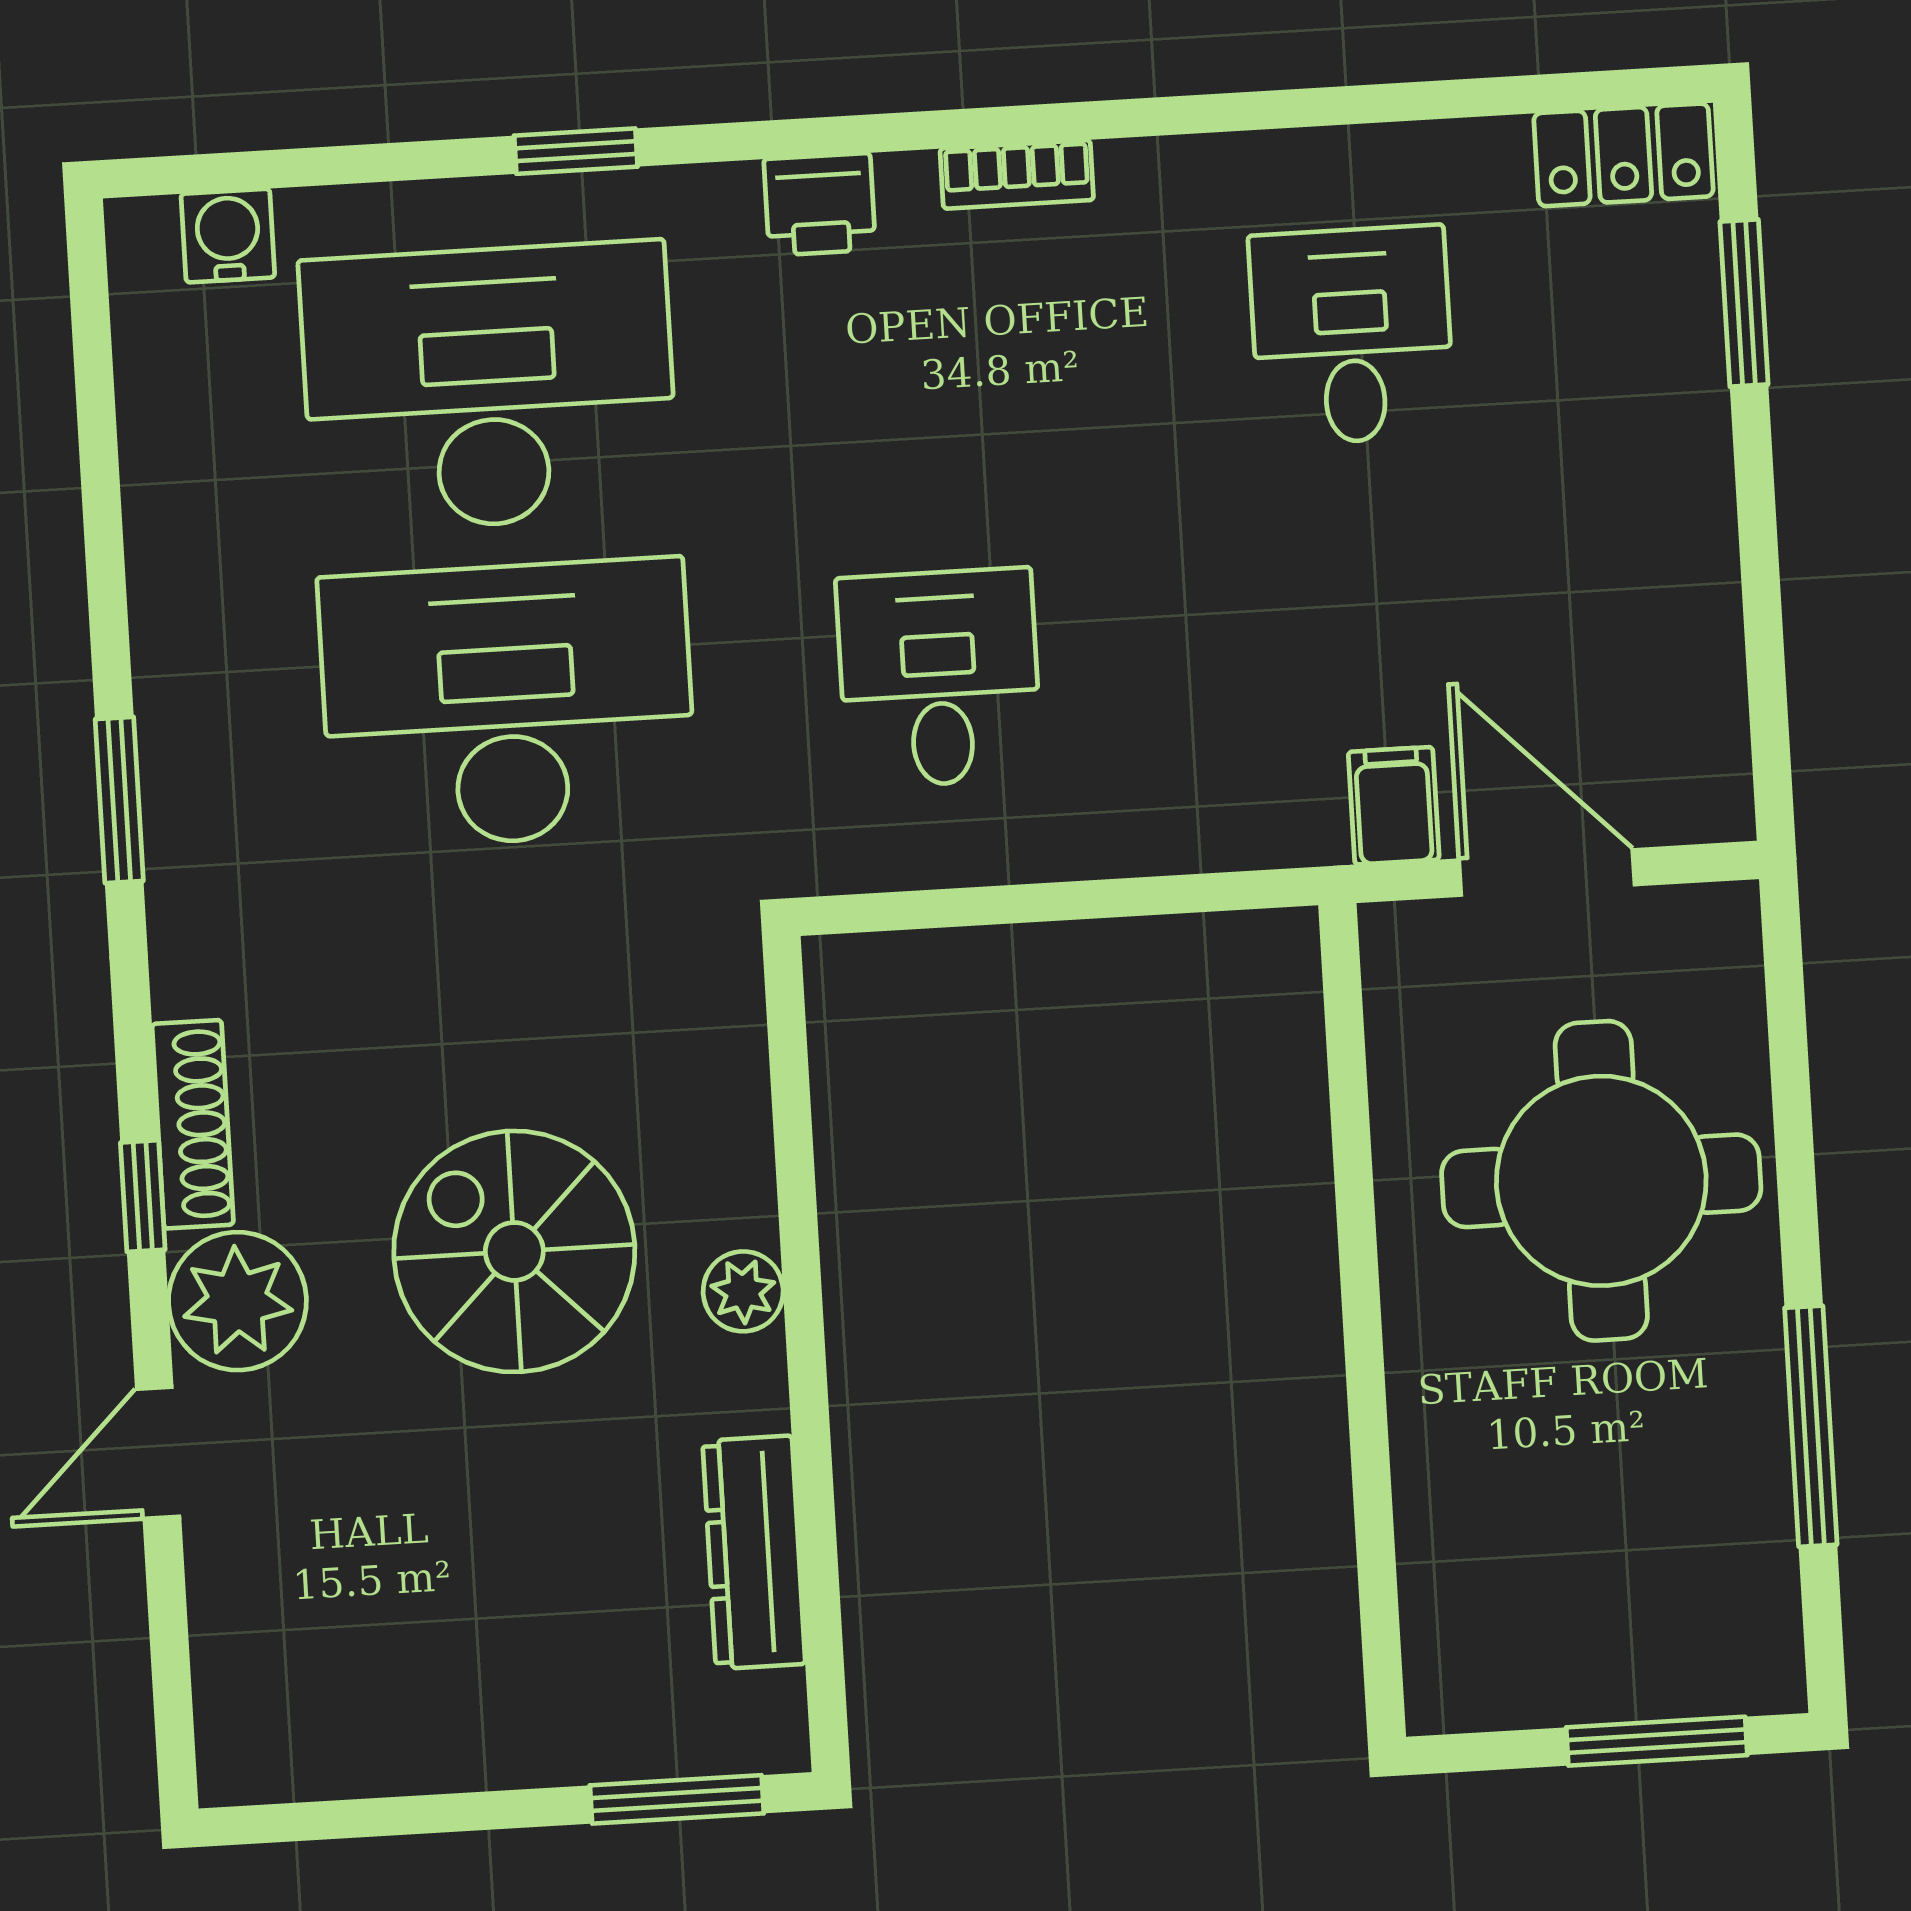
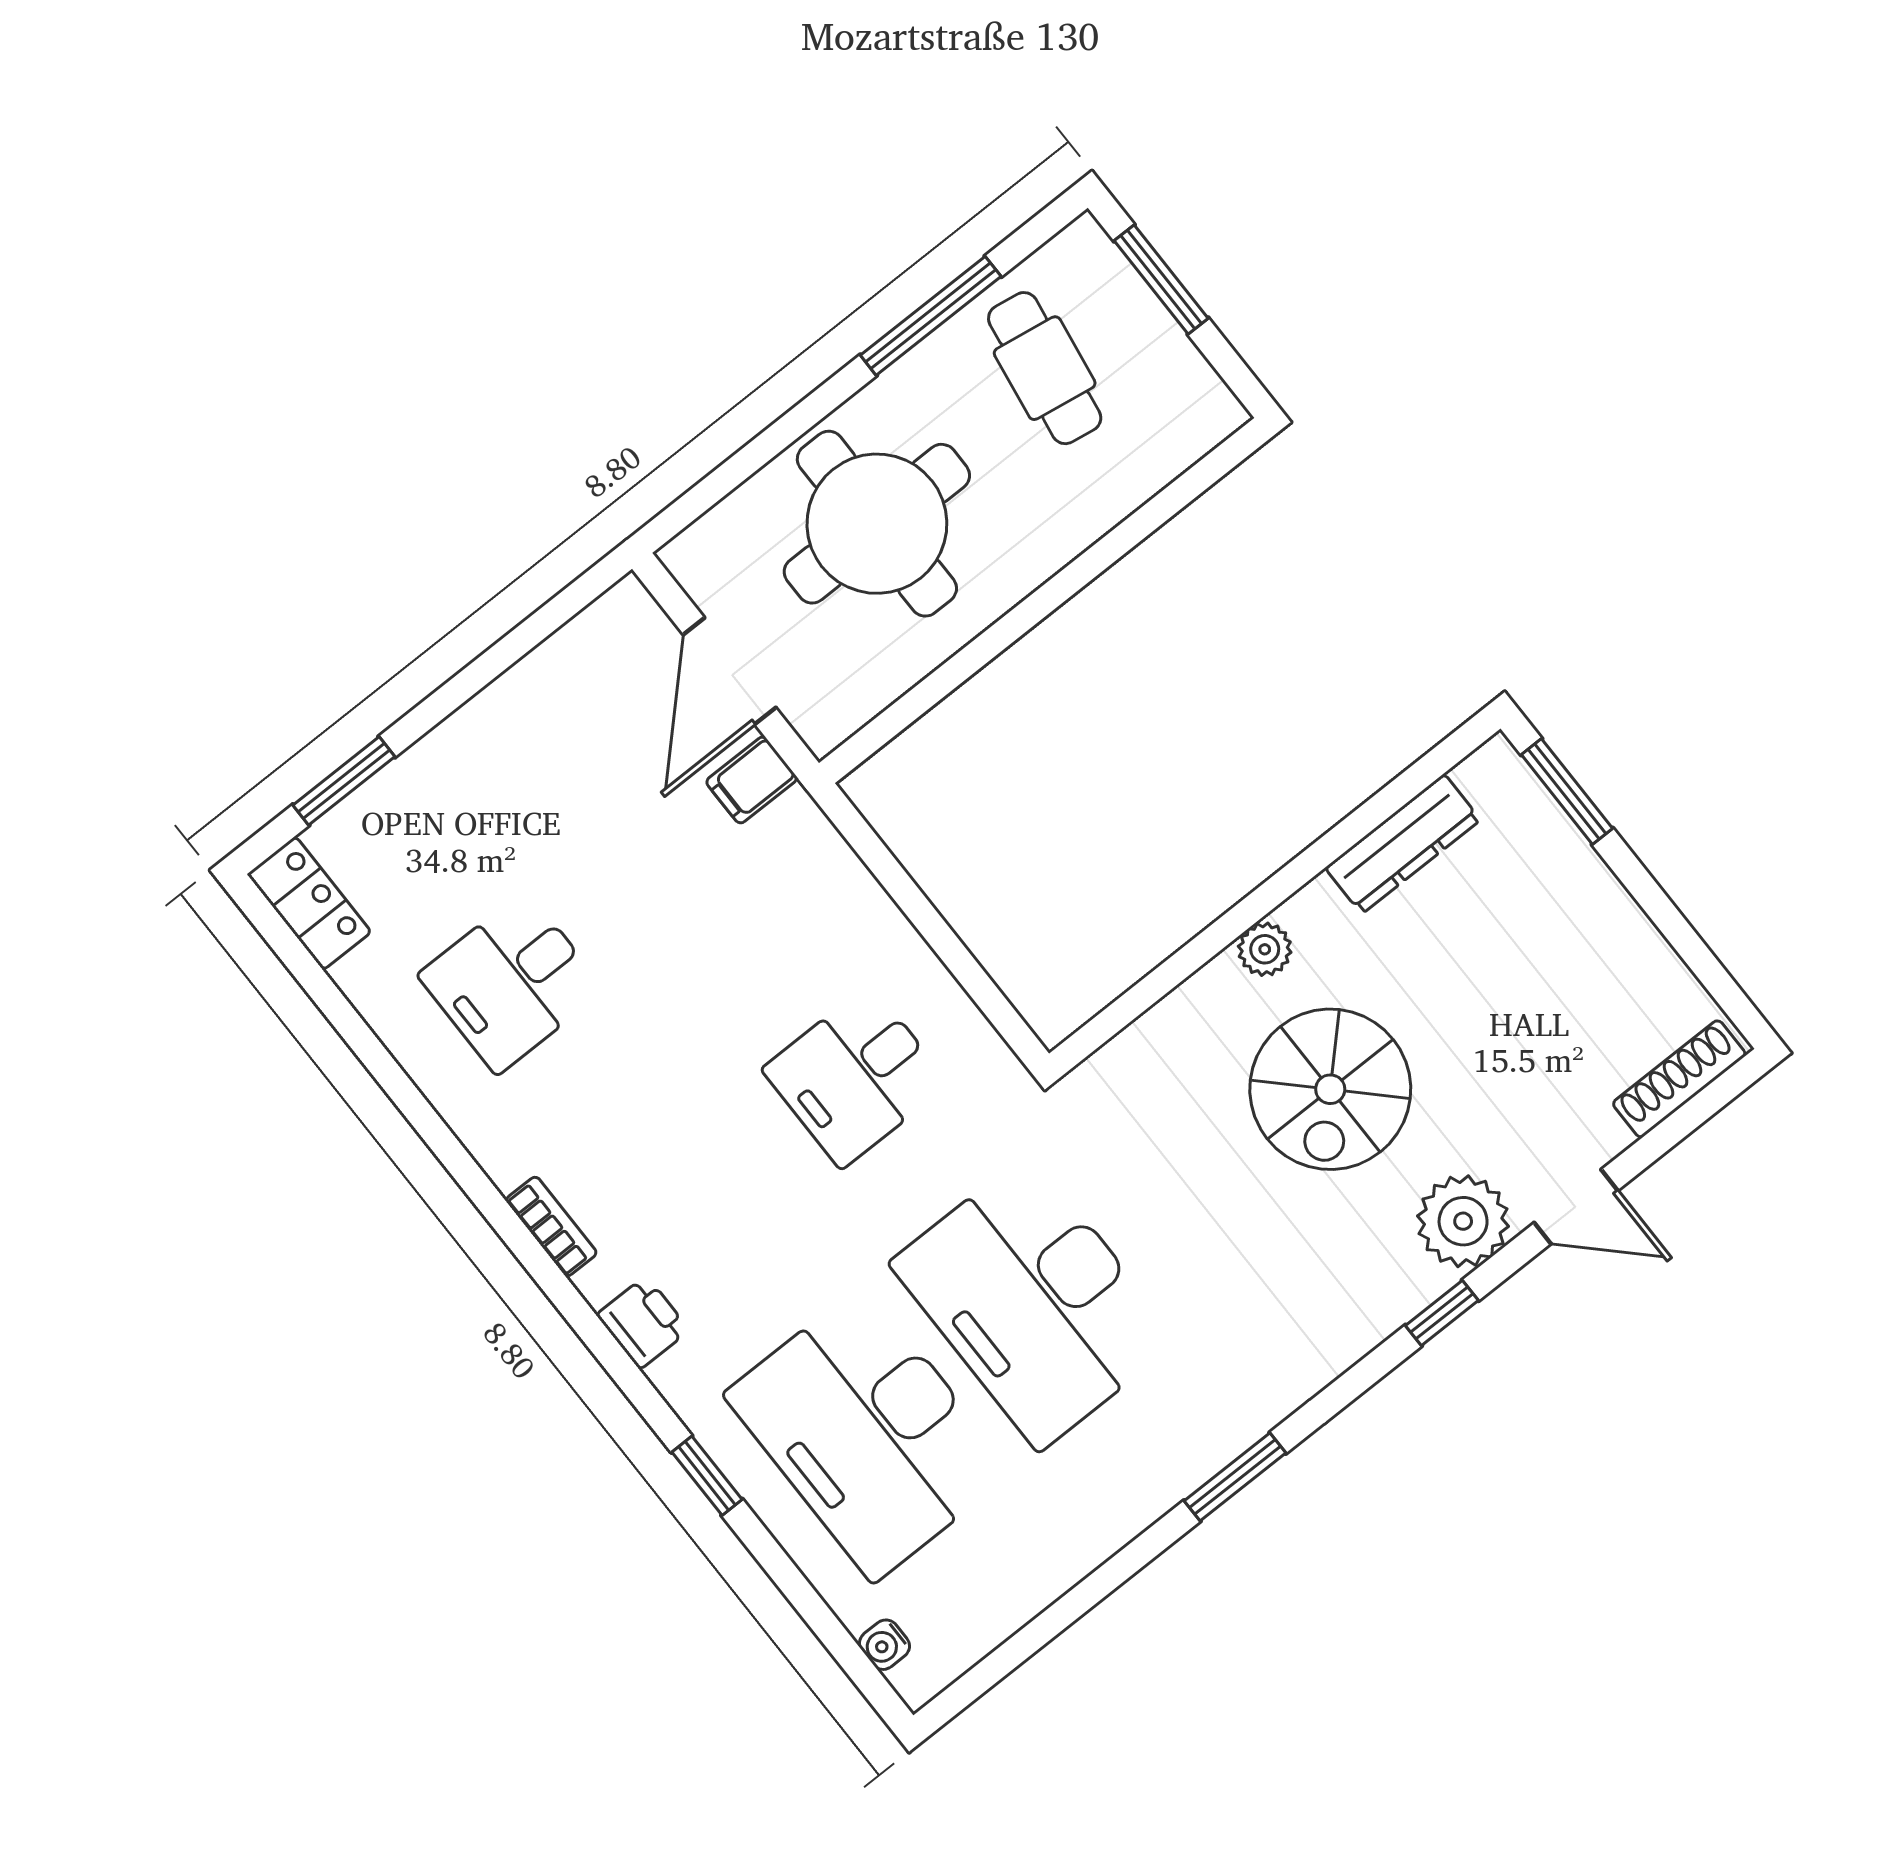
water cooler: (228, 236) -> (884, 1645), width x0.72, depth x0.72
shoe rack: (193, 1124) -> (1679, 1079), moved
cafe table: (1648, 1521) -> (1045, 368), added

